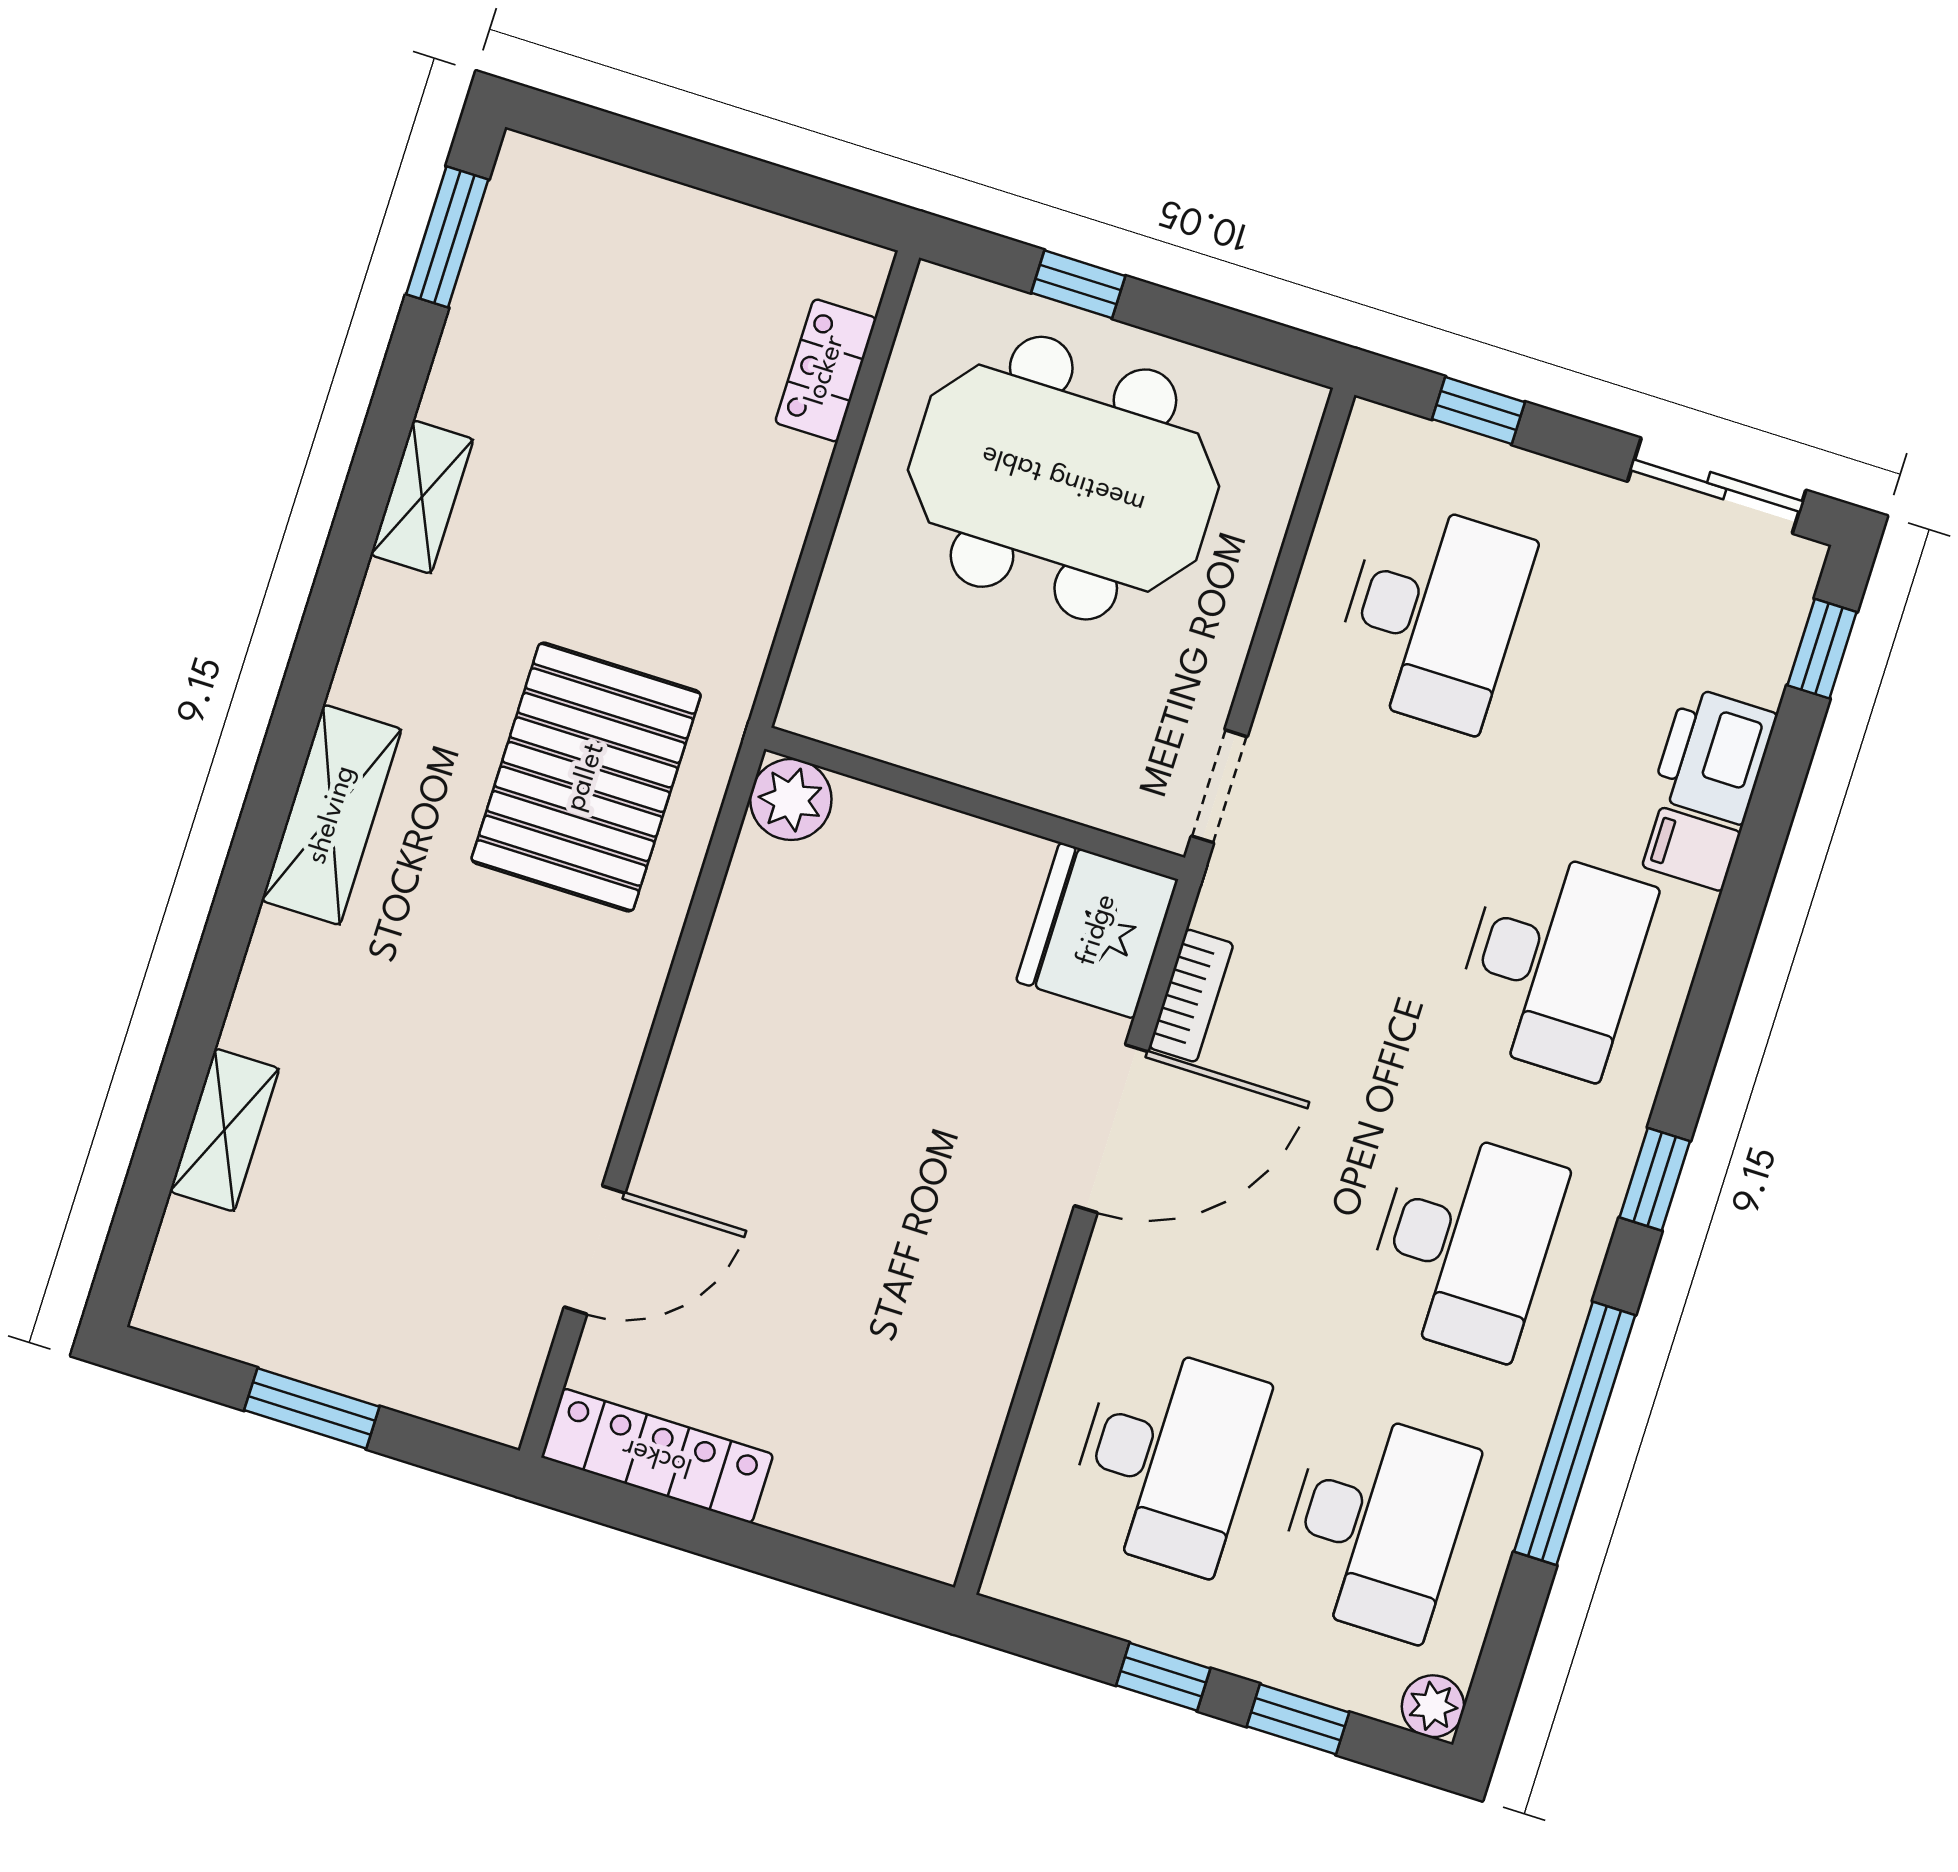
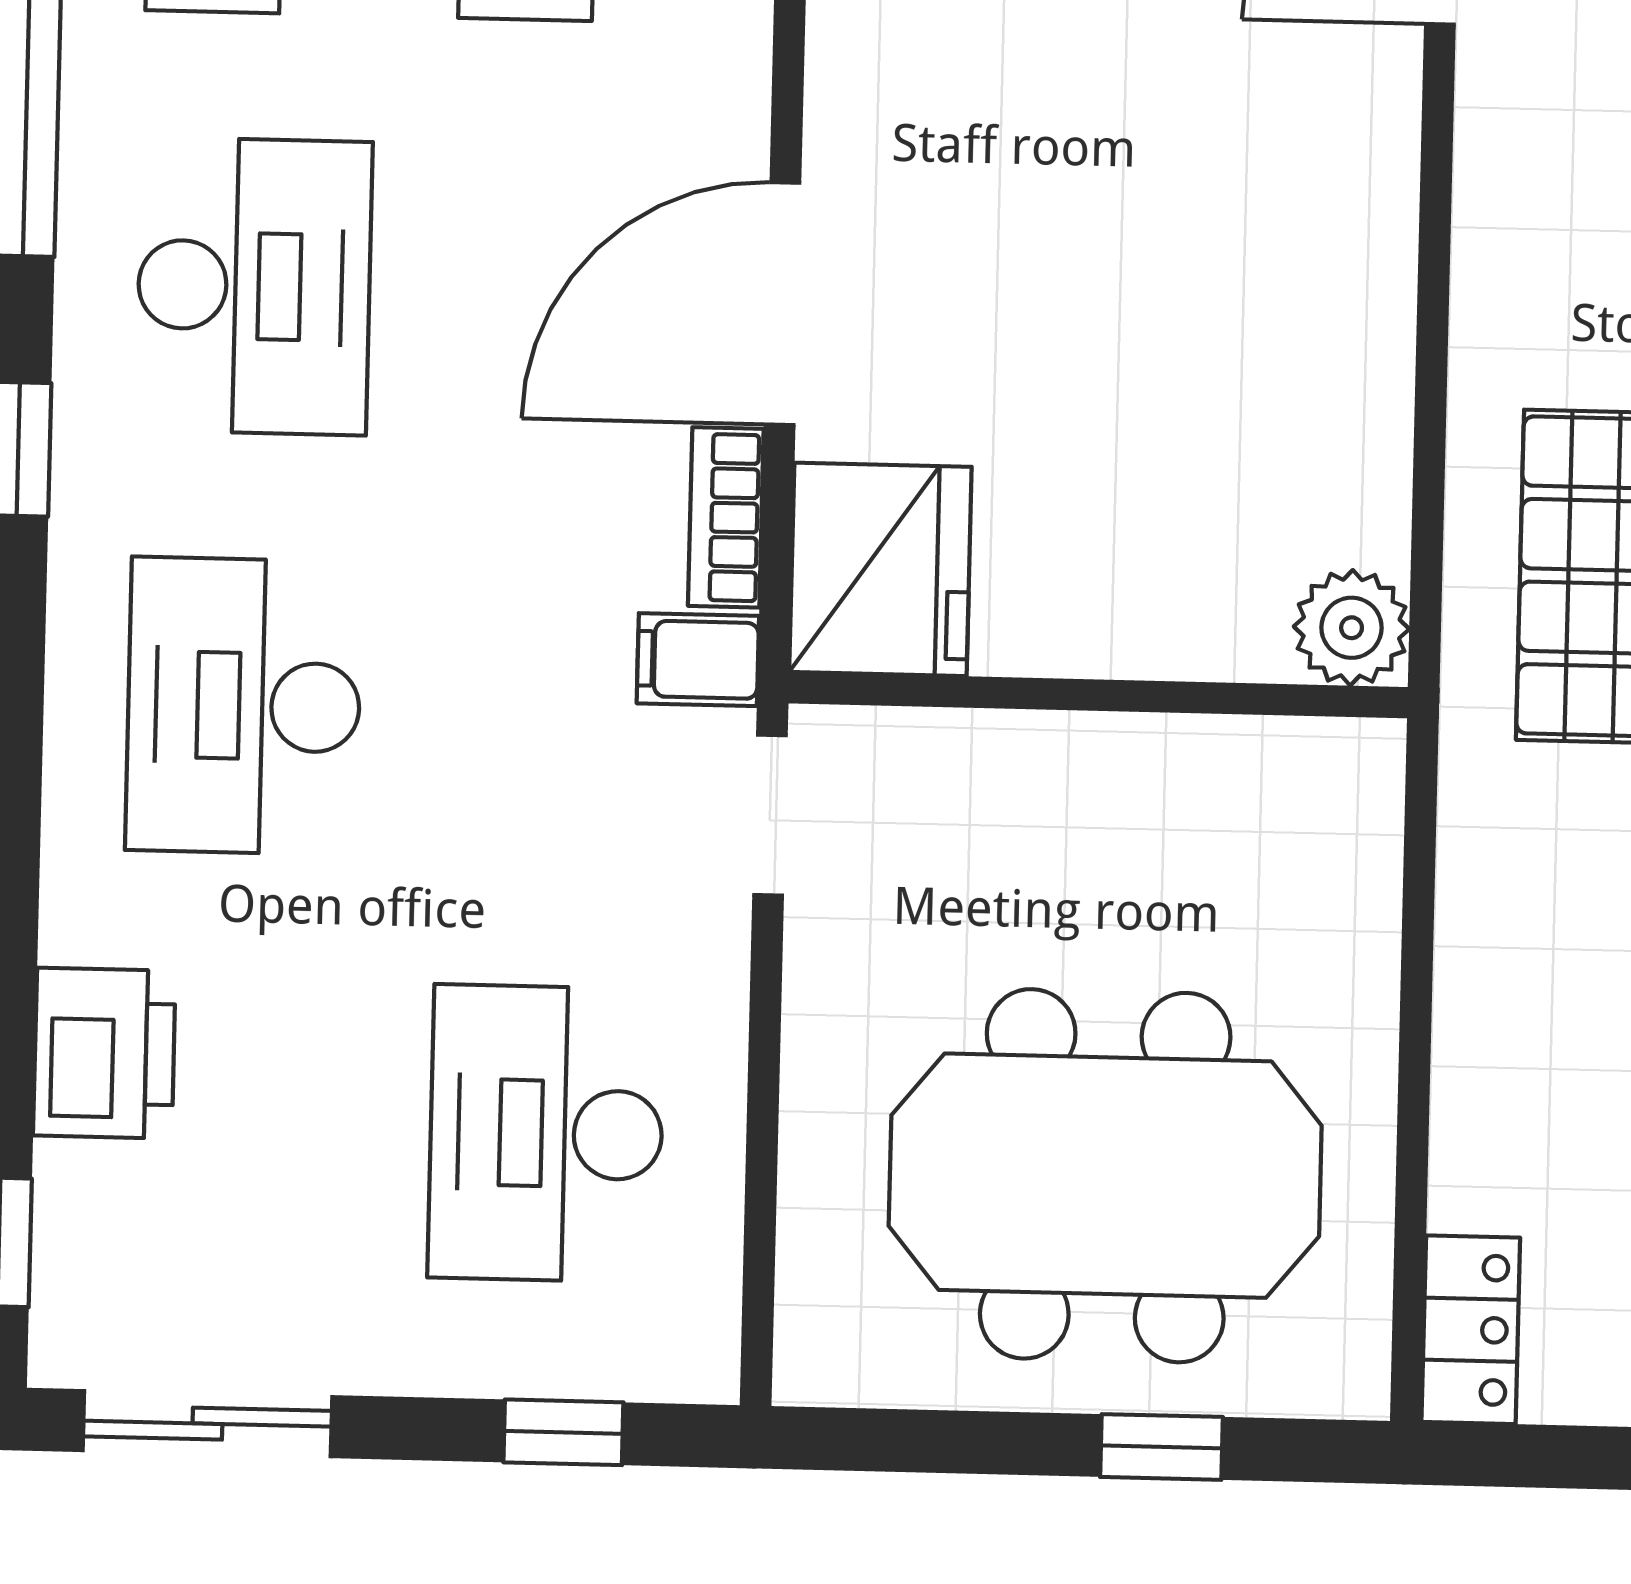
locker: (826, 370) -> (1471, 1330), moved
filing cabinet: (1691, 849) -> (698, 660), moved, turned 180
desk: (1464, 1243) -> (254, 286), turned 180

